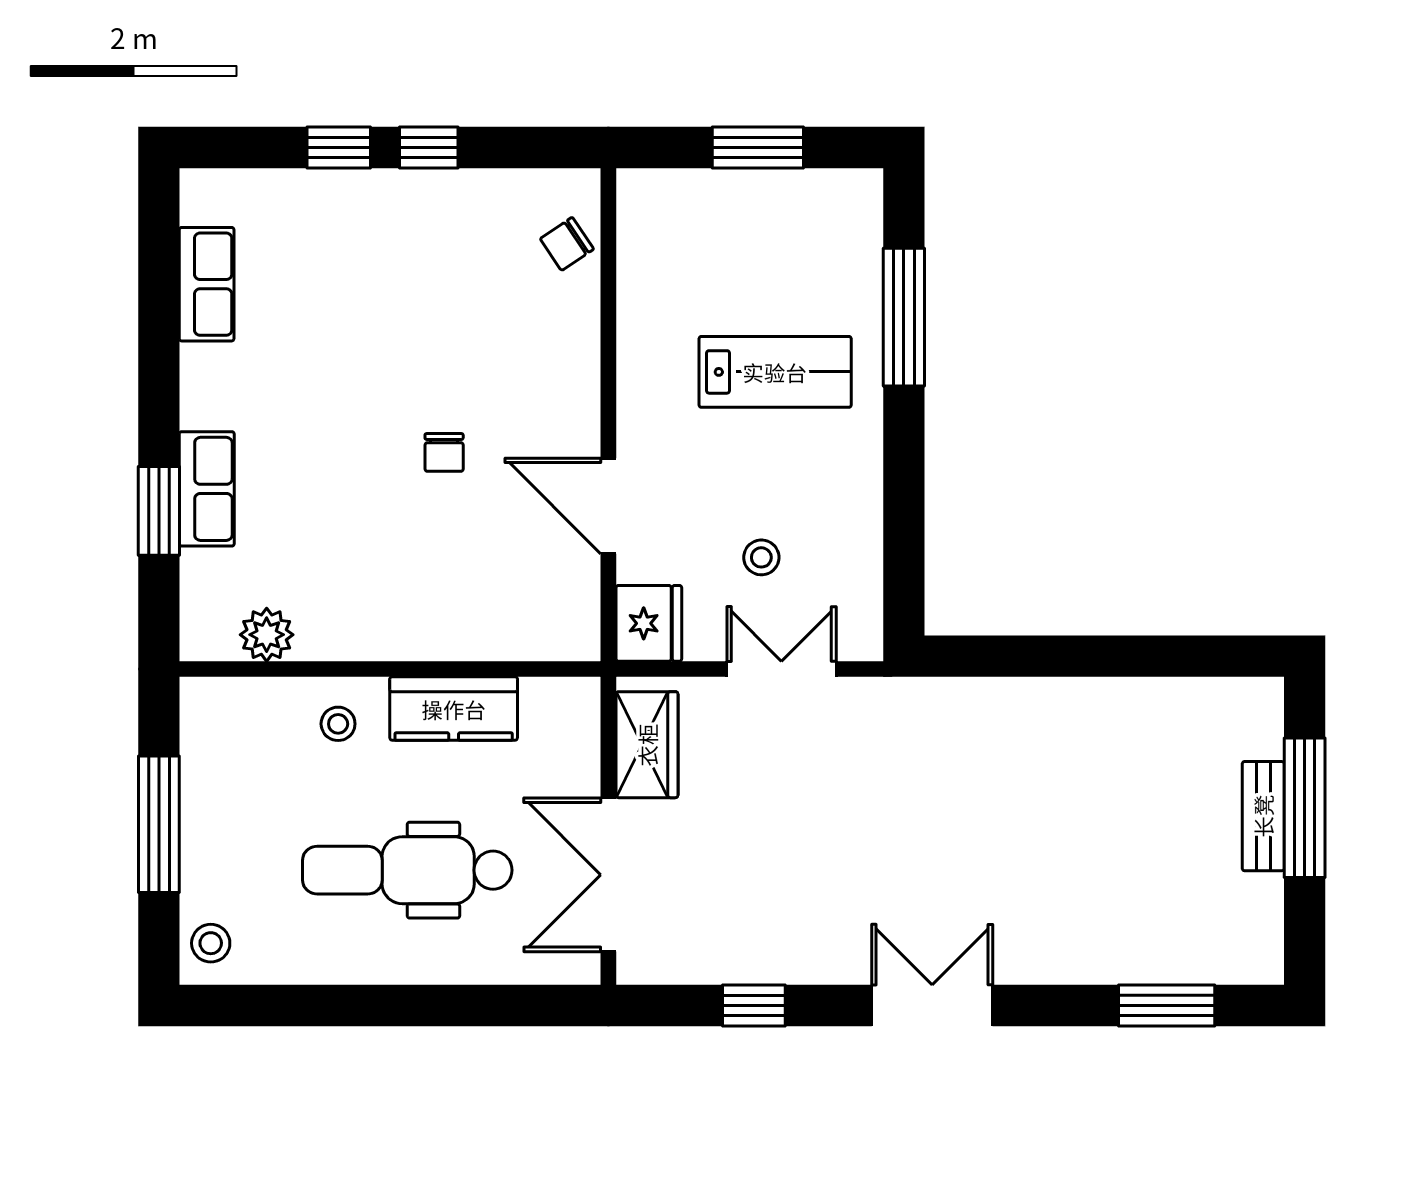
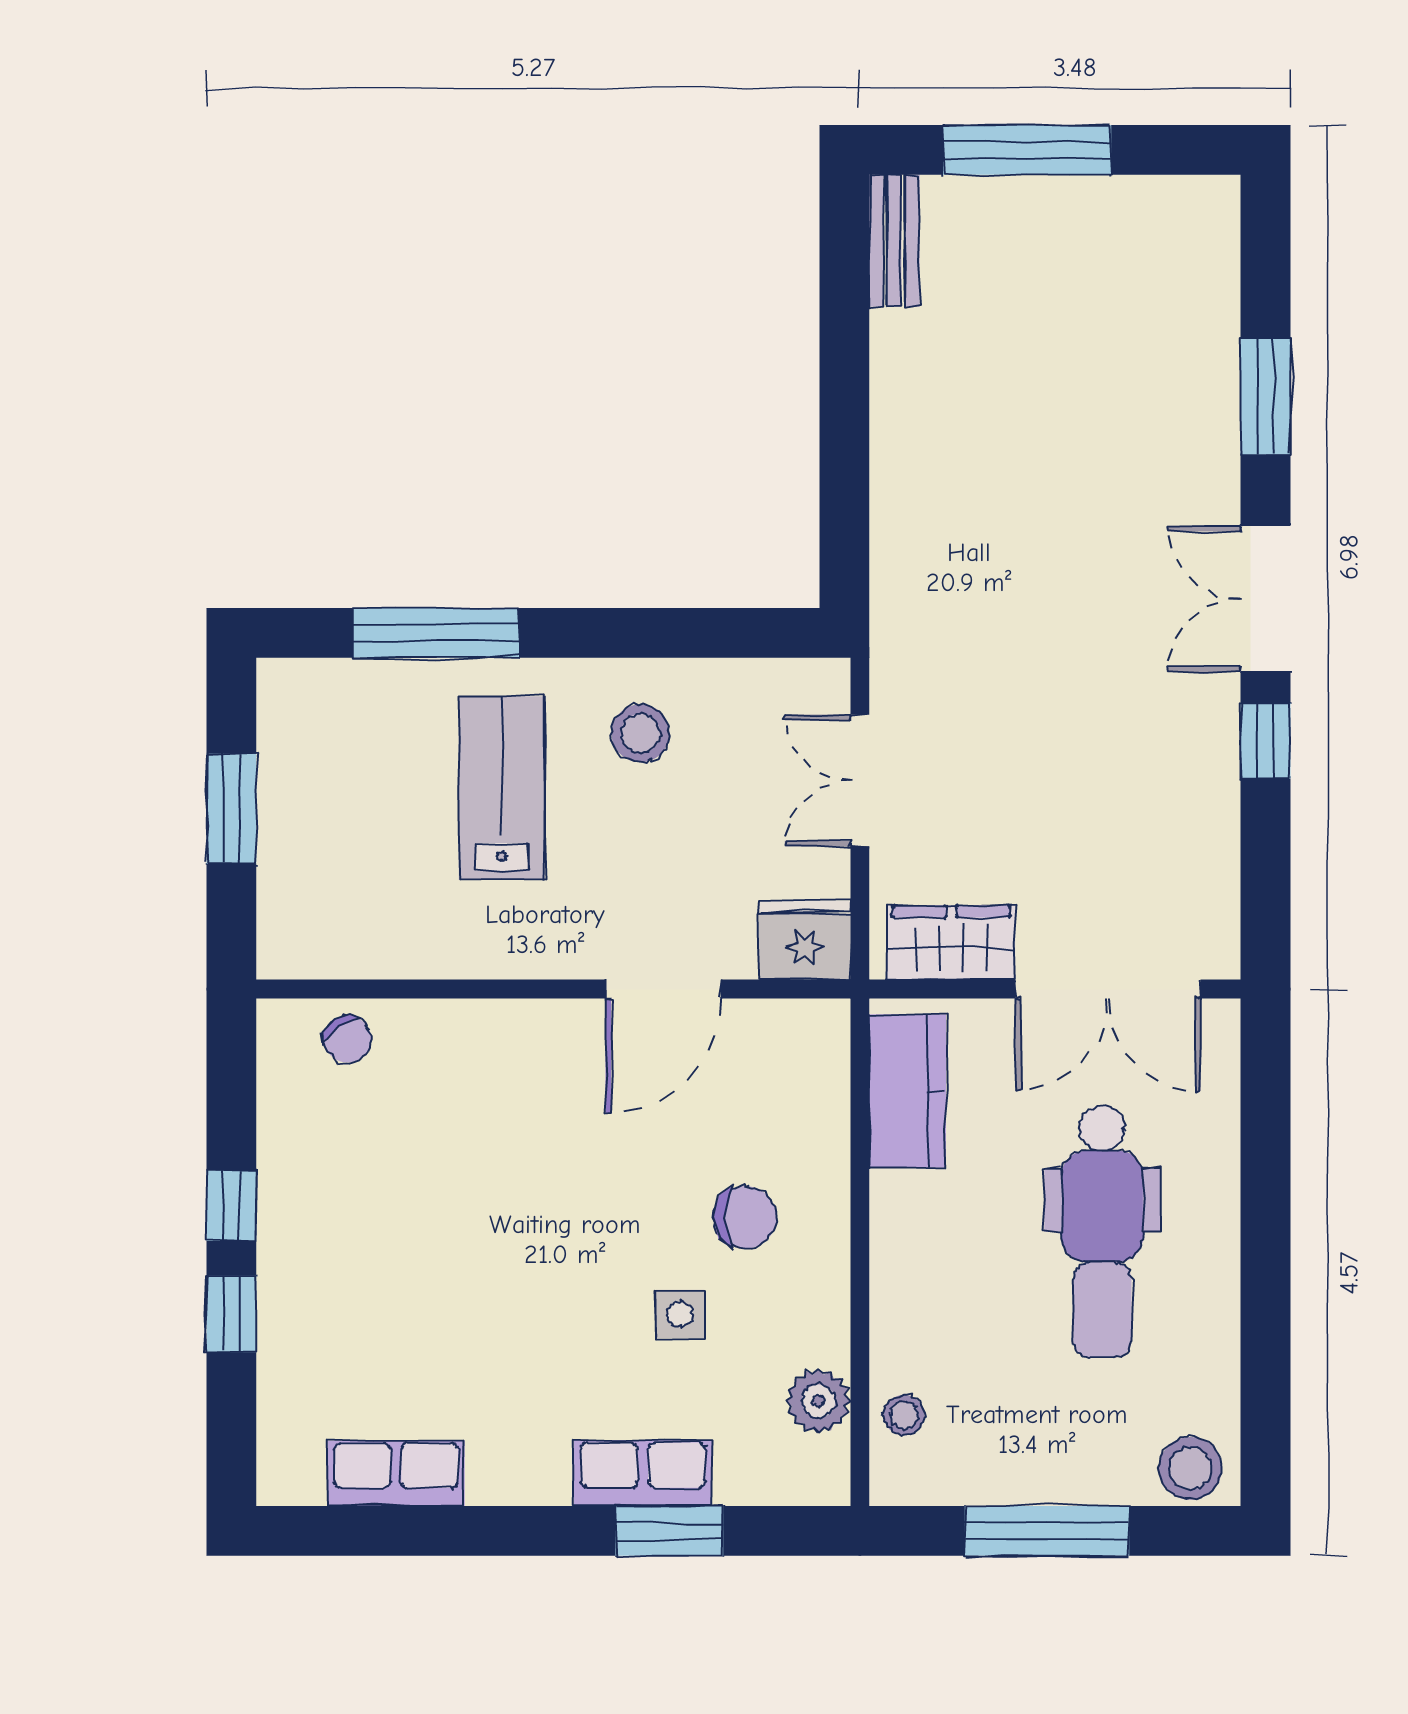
chair: (444, 452) -> (745, 1217), moved, width x1.37, depth x1.37
side table: (339, 520) -> (680, 1314), added
stool: (761, 557) -> (641, 733), moved, width x1.37, depth x1.37
kitchen counter: (454, 709) -> (908, 1091), moved
stool: (338, 724) -> (904, 1415), moved
bench: (1263, 816) -> (894, 241), moved, turned 90
stool: (211, 943) -> (1190, 1468), width x1.37, depth x1.37
window: (754, 1006) -> (1266, 741), moved
window: (1167, 1006) -> (1266, 397), moved

